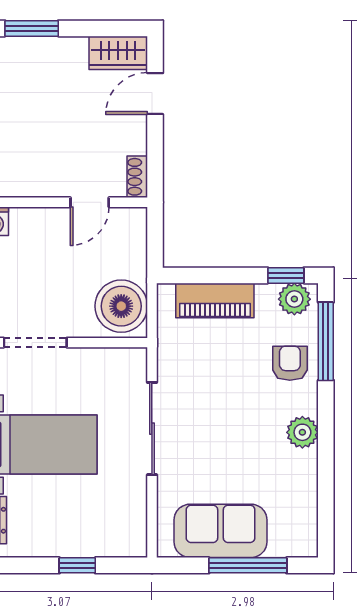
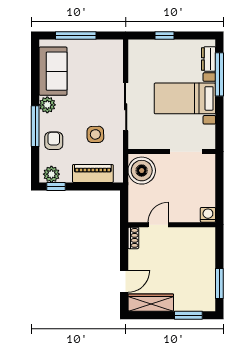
wardrobe: (118, 53) -> (151, 303), width x1.50
window: (326, 341) -> (35, 126), moved
armchair: (290, 363) -> (54, 141), turned 180
side table: (210, 375) -> (95, 134), added
sofa: (221, 531) -> (53, 71), moved, turned -90

